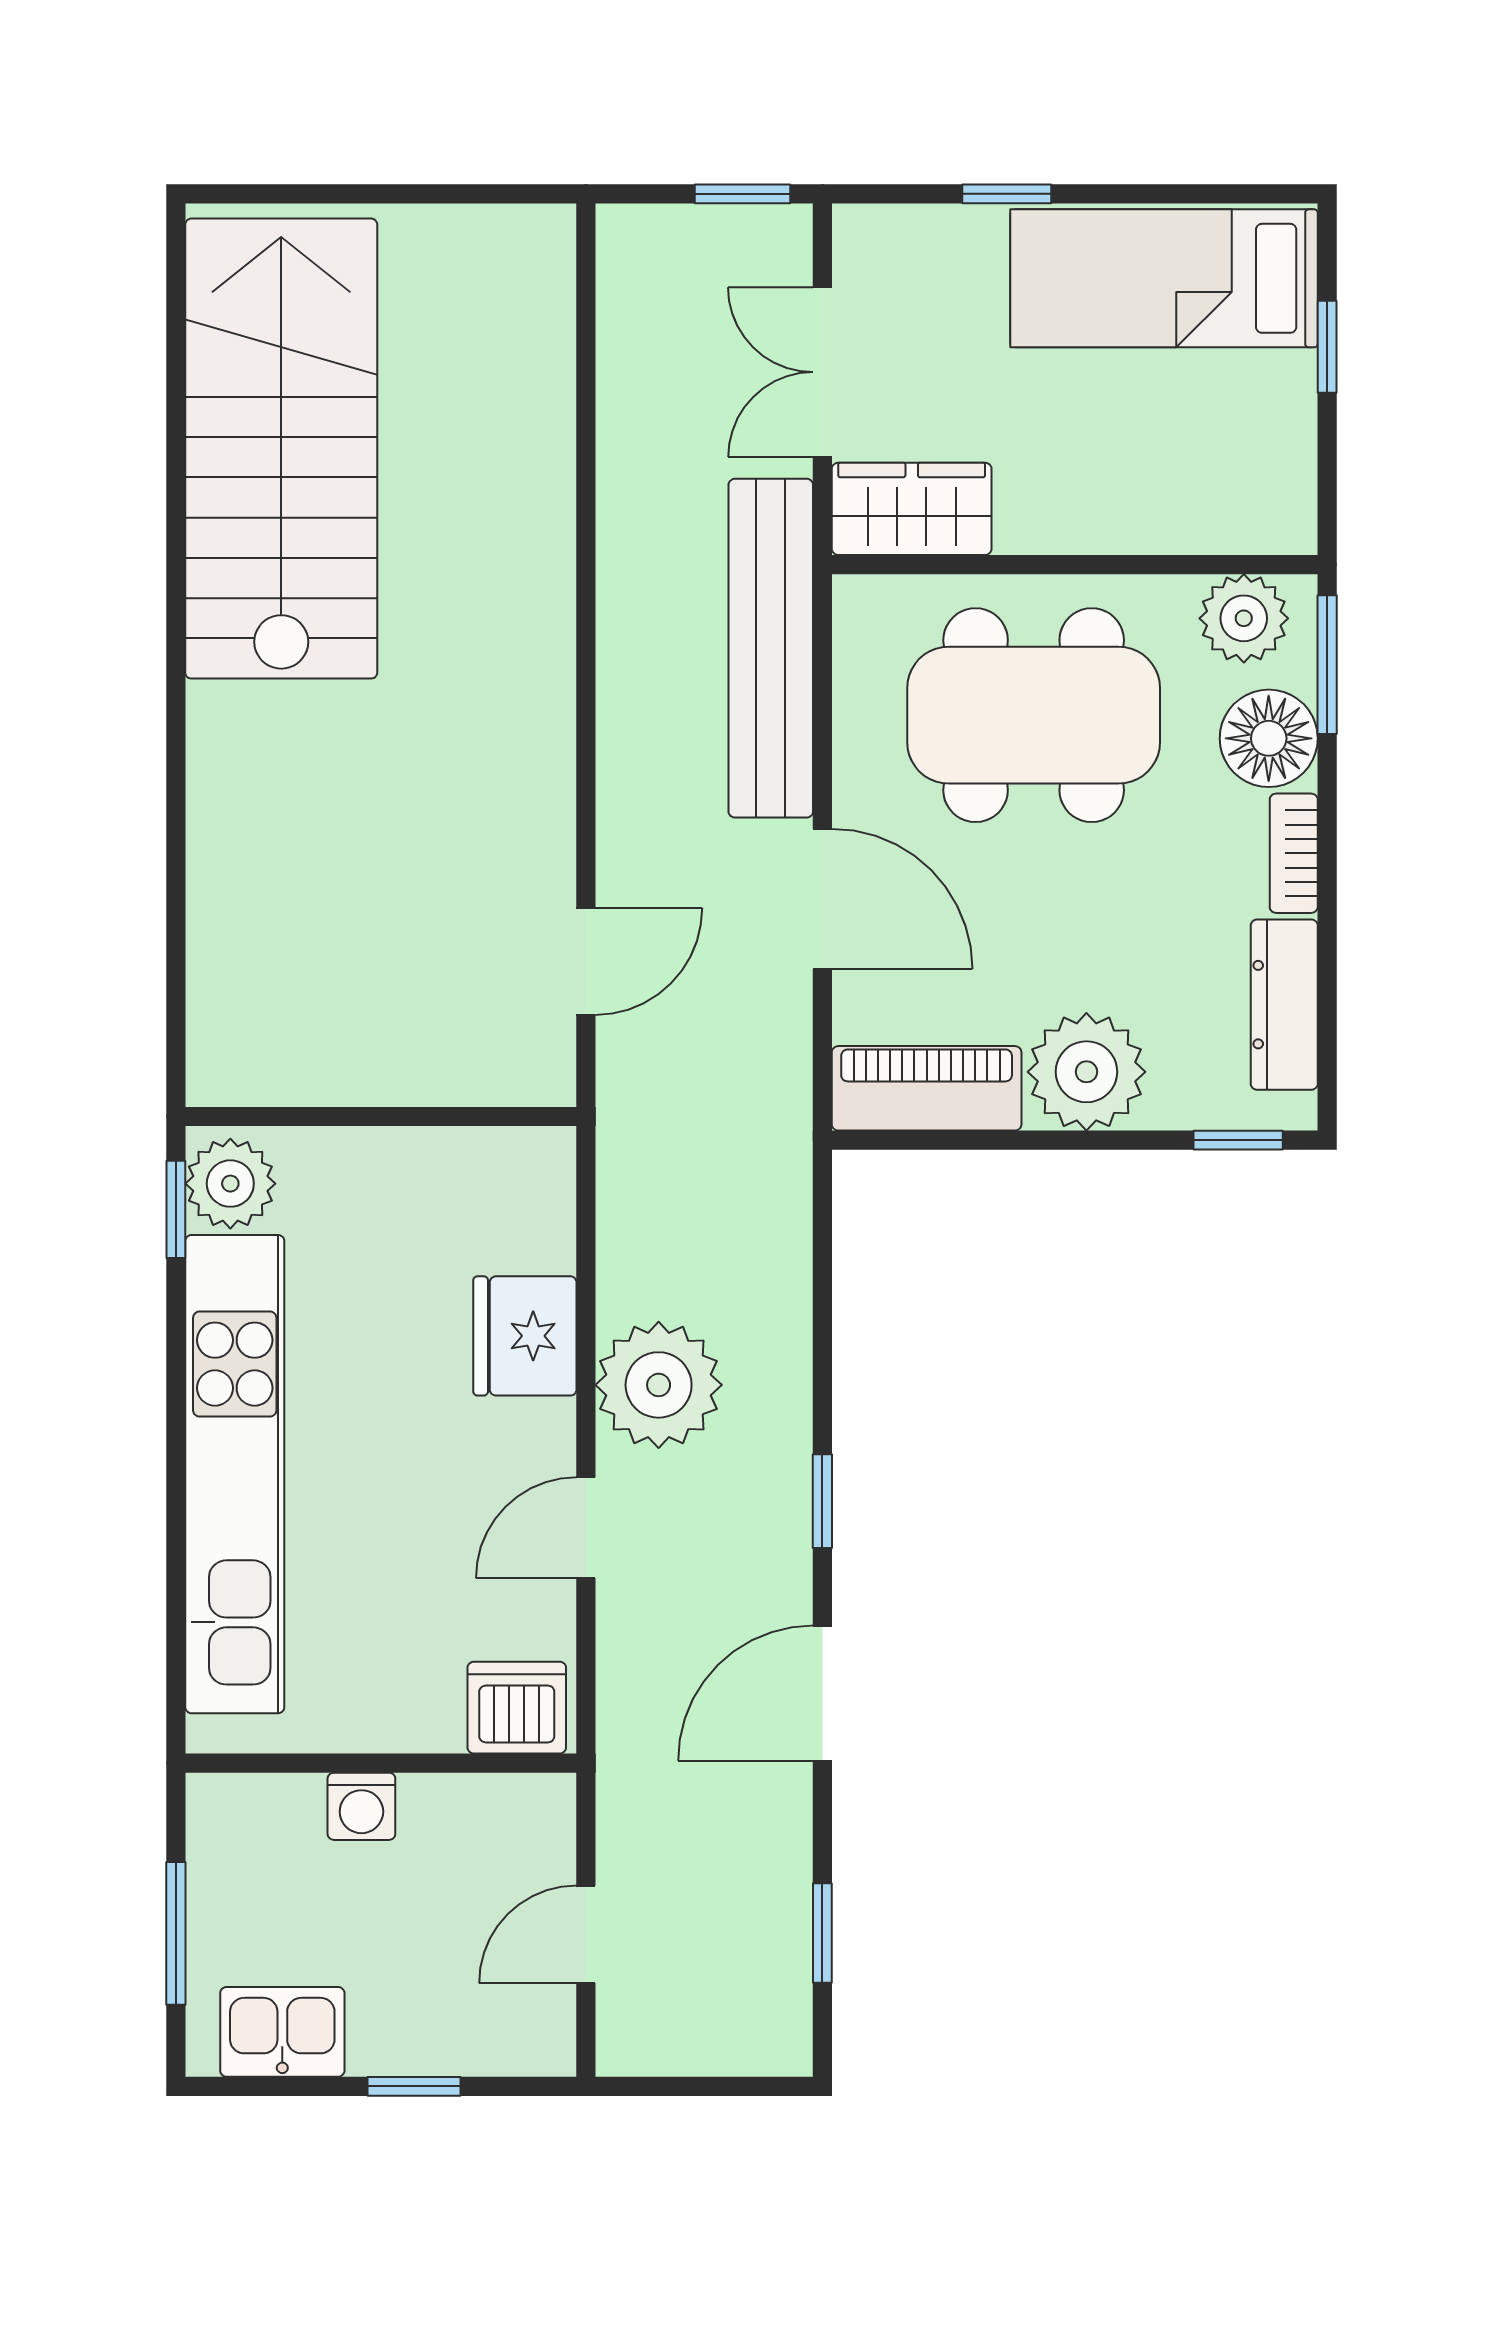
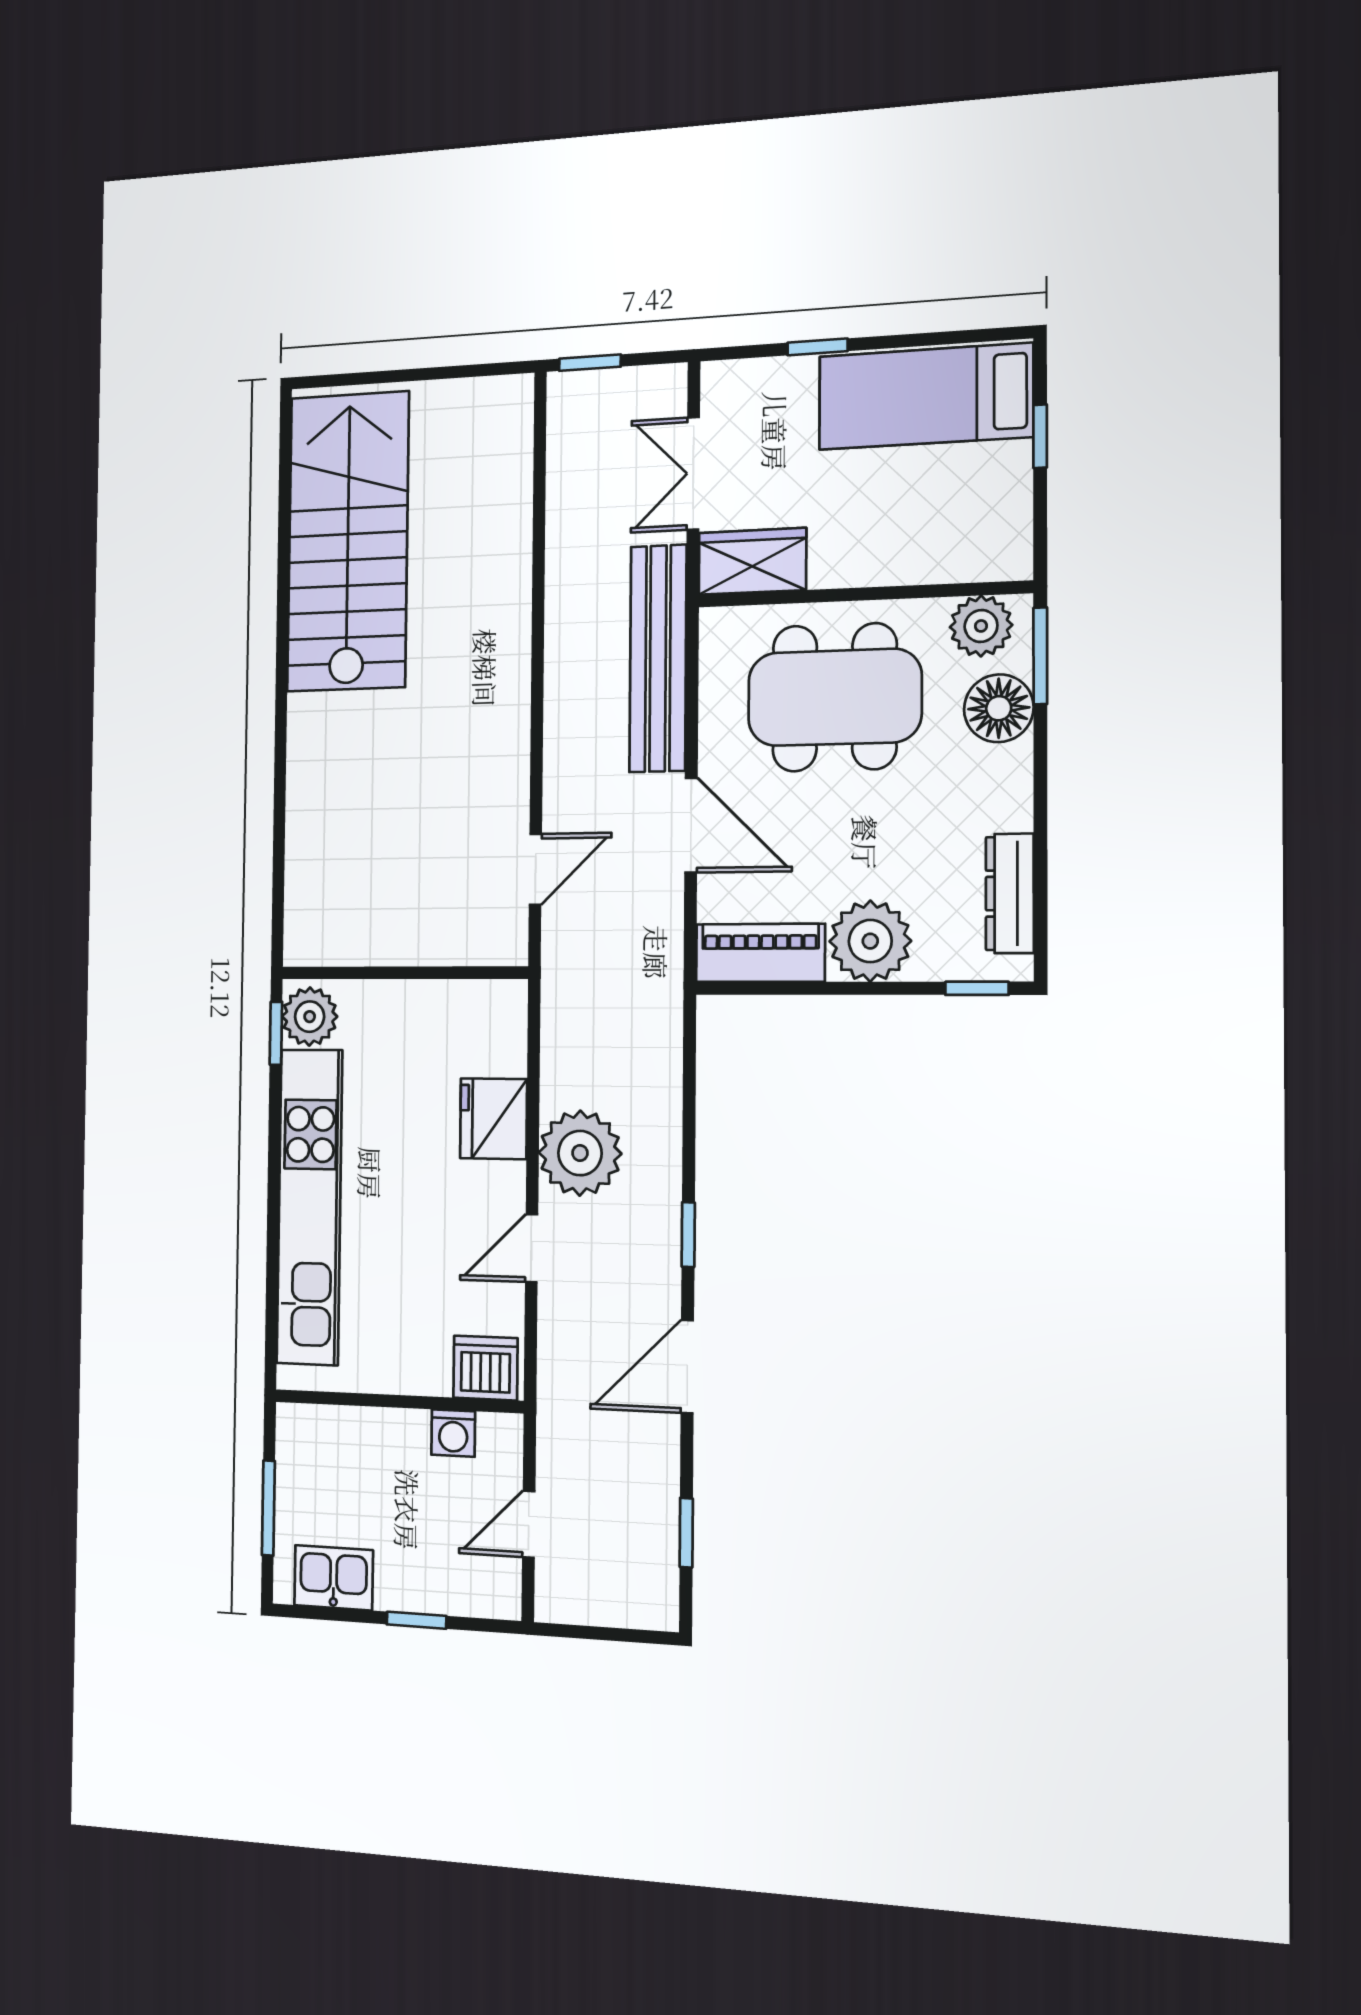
window: (743, 194) -> (590, 363), moved
bookcase: (1294, 853) -> (1017, 788), removed
washing machine: (361, 1806) -> (453, 1433), moved

